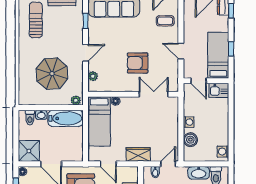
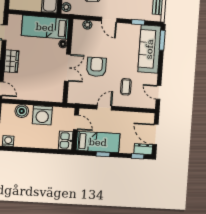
coffee table: (165, 21) -> (126, 87), moved
door: (199, 81) -> (76, 122), swing flipped
double door: (154, 94) -> (67, 68), moved
washing machine: (189, 122) -> (42, 115), width x1.89, depth x1.89

